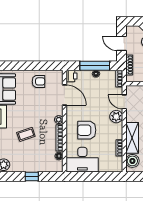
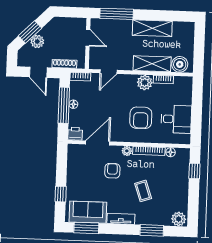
door: (122, 43) -> (38, 72), hinge flipped
window: (21, 66) -> (61, 194), added
armchair: (38, 81) -> (112, 171), moved
plant: (116, 117) -> (145, 83), moved
desk: (82, 160) -> (176, 119), width x0.73
window: (32, 177) -> (194, 171), moved

